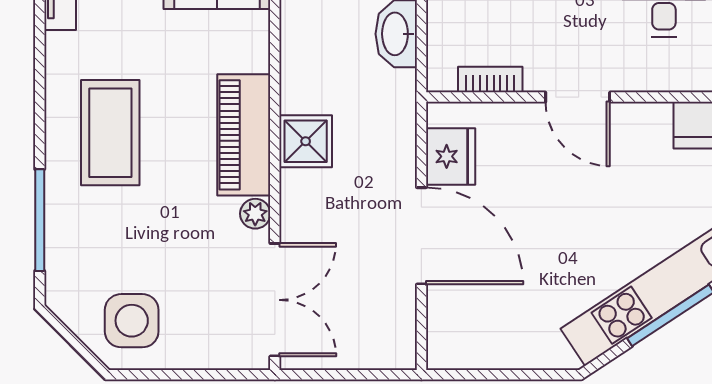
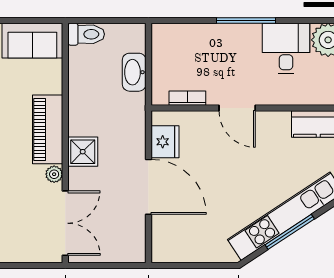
shower: (306, 141) -> (83, 152), moved

